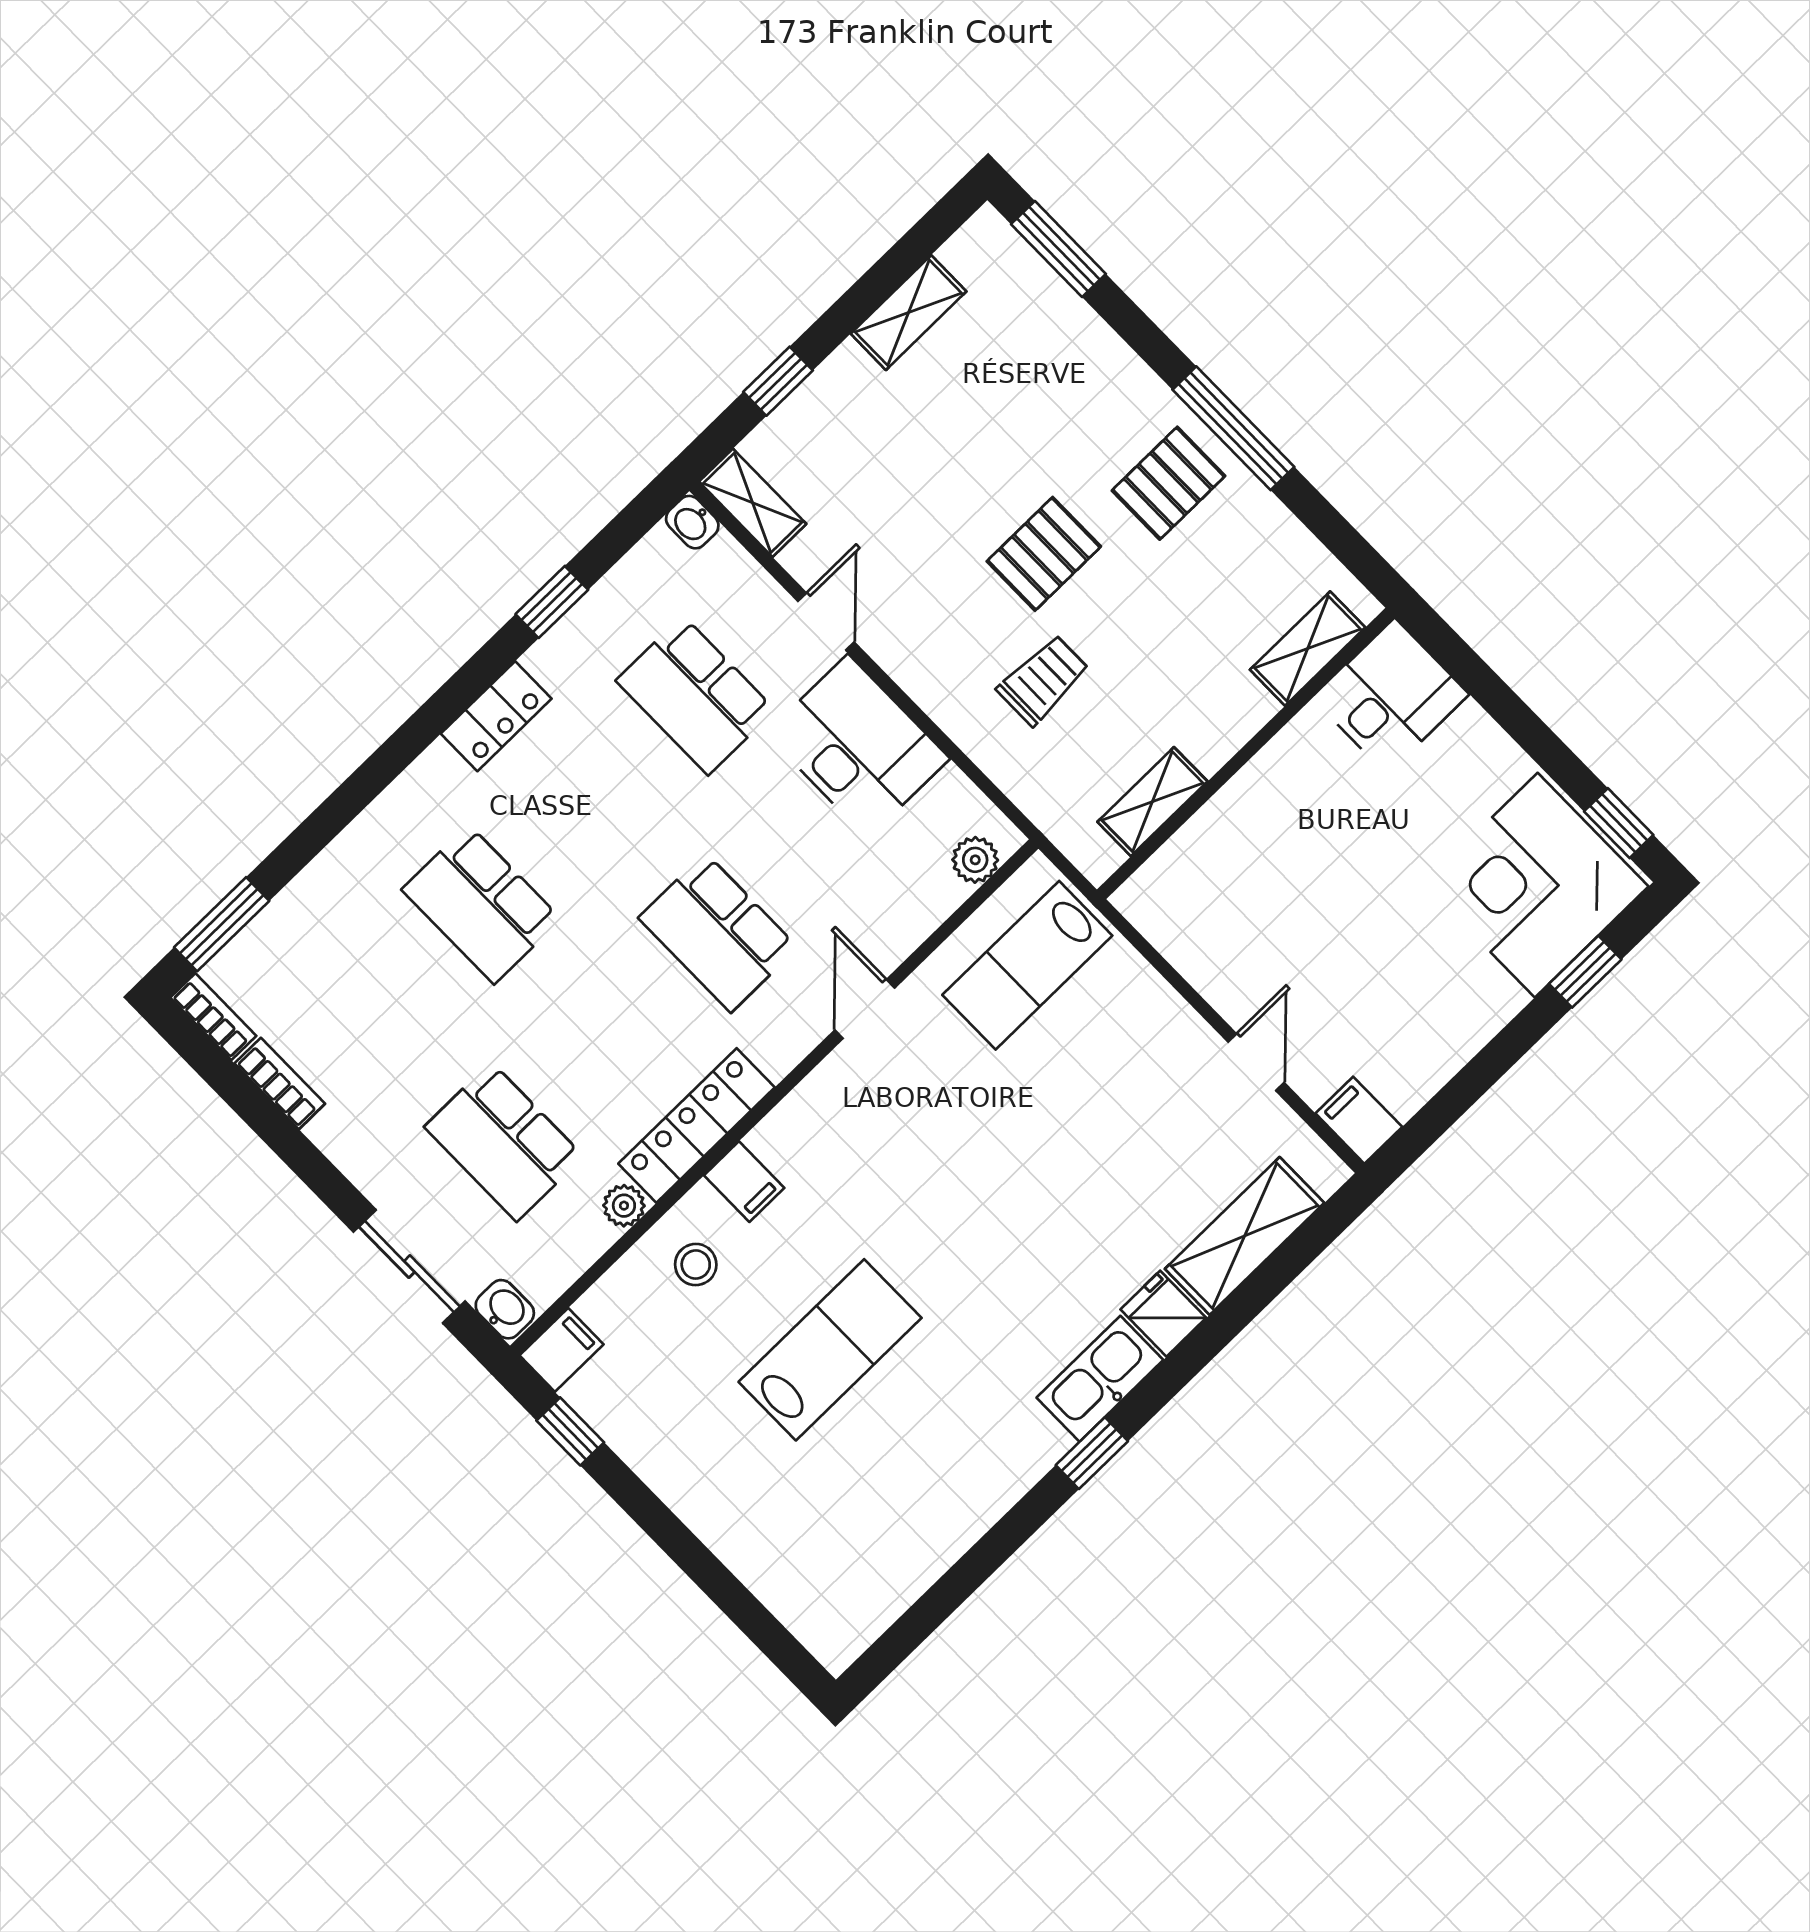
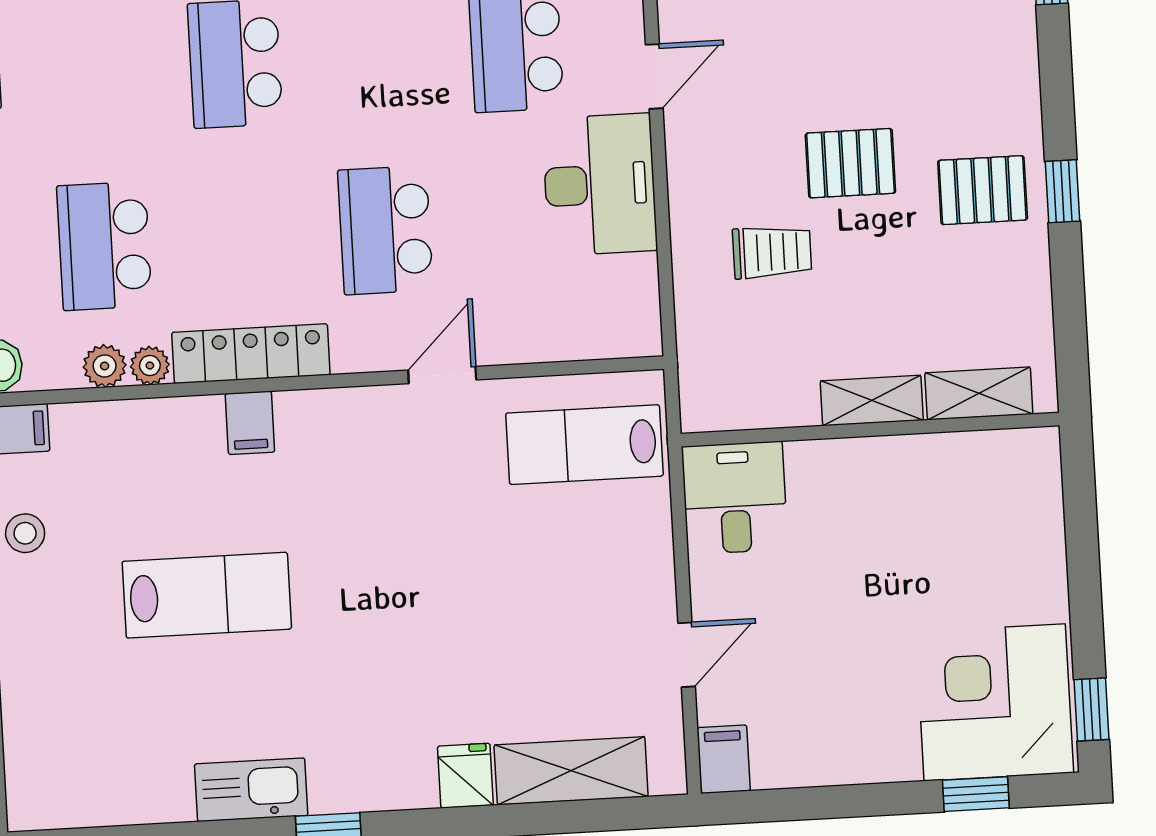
window: (1233, 428) -> (1062, 191), width x0.46
desk: (1391, 696) -> (735, 498), moved, turned -90
shelving: (1152, 802) -> (872, 400), moved
plant: (975, 860) -> (105, 366), moved
stool: (696, 1265) -> (25, 533), moved
kitchen sink: (1100, 1379) -> (251, 790), moved

